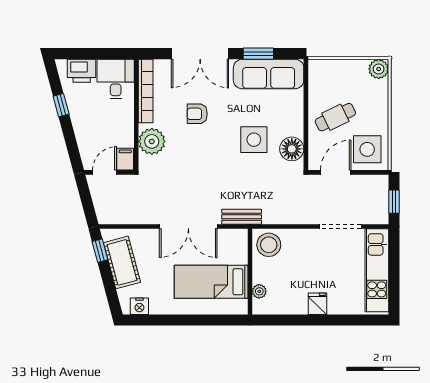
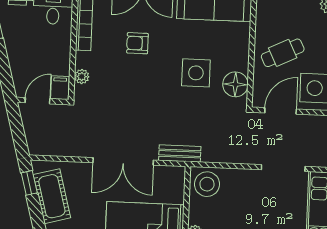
plant: (152, 141) -> (82, 77), width x0.53, depth x0.53

